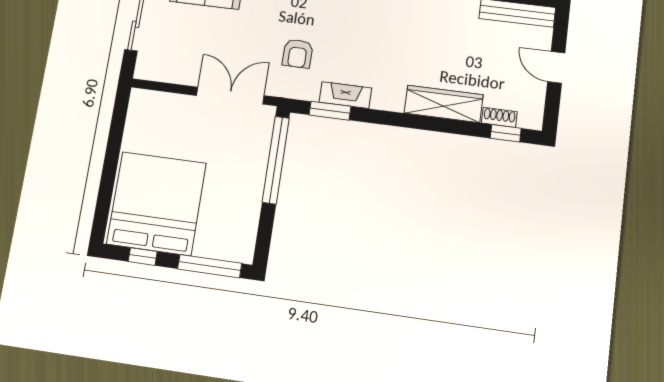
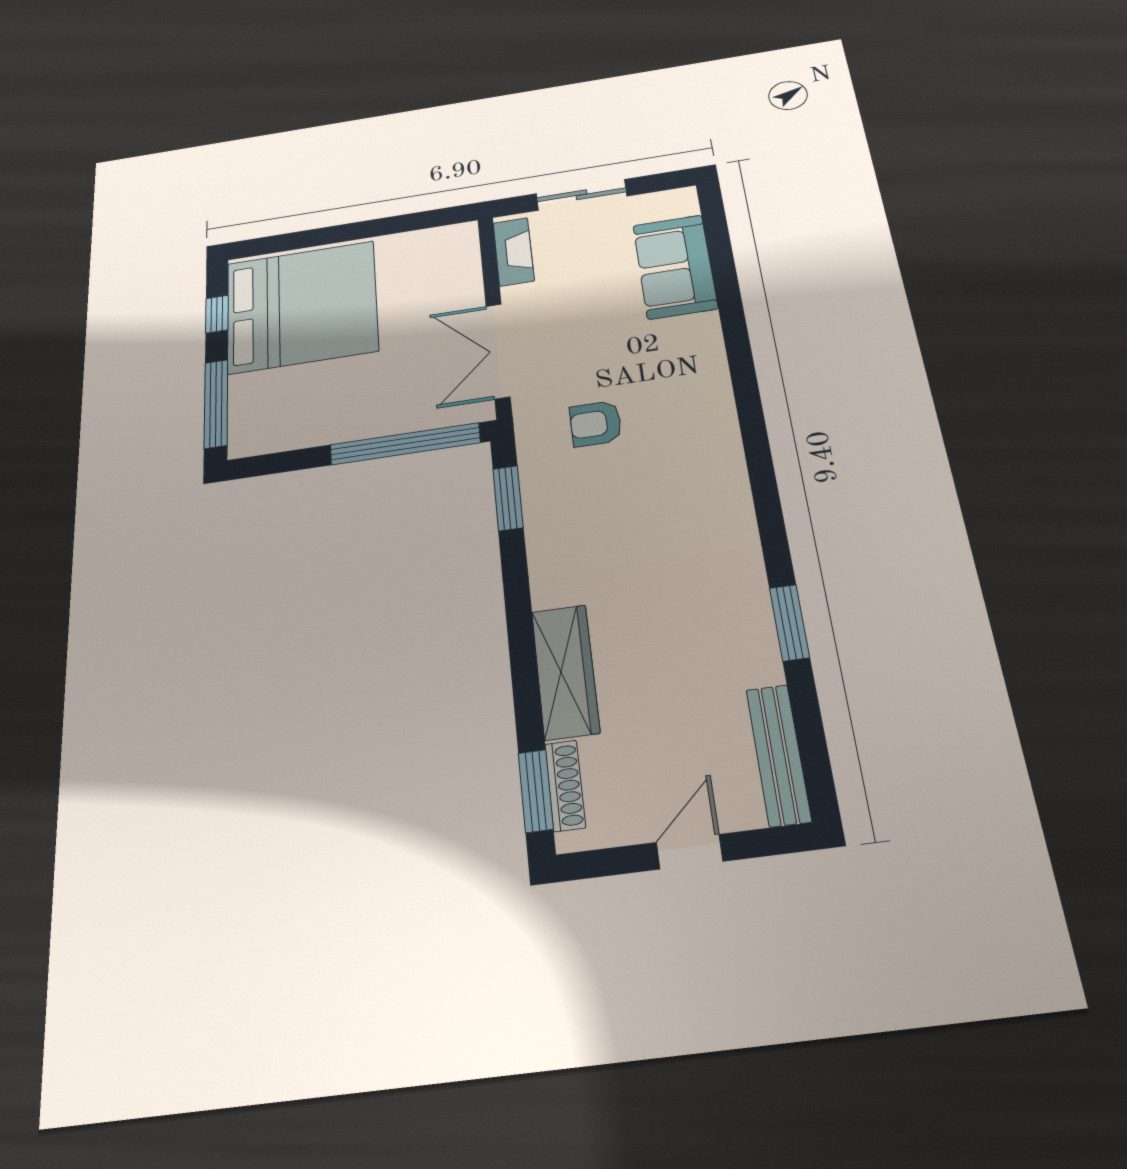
fireplace: (345, 95) -> (514, 252), moved
double door: (230, 96) -> (498, 351), swing flipped
shoe rack: (499, 117) -> (565, 786), width x1.43
window: (506, 133) -> (536, 791), width x1.50

